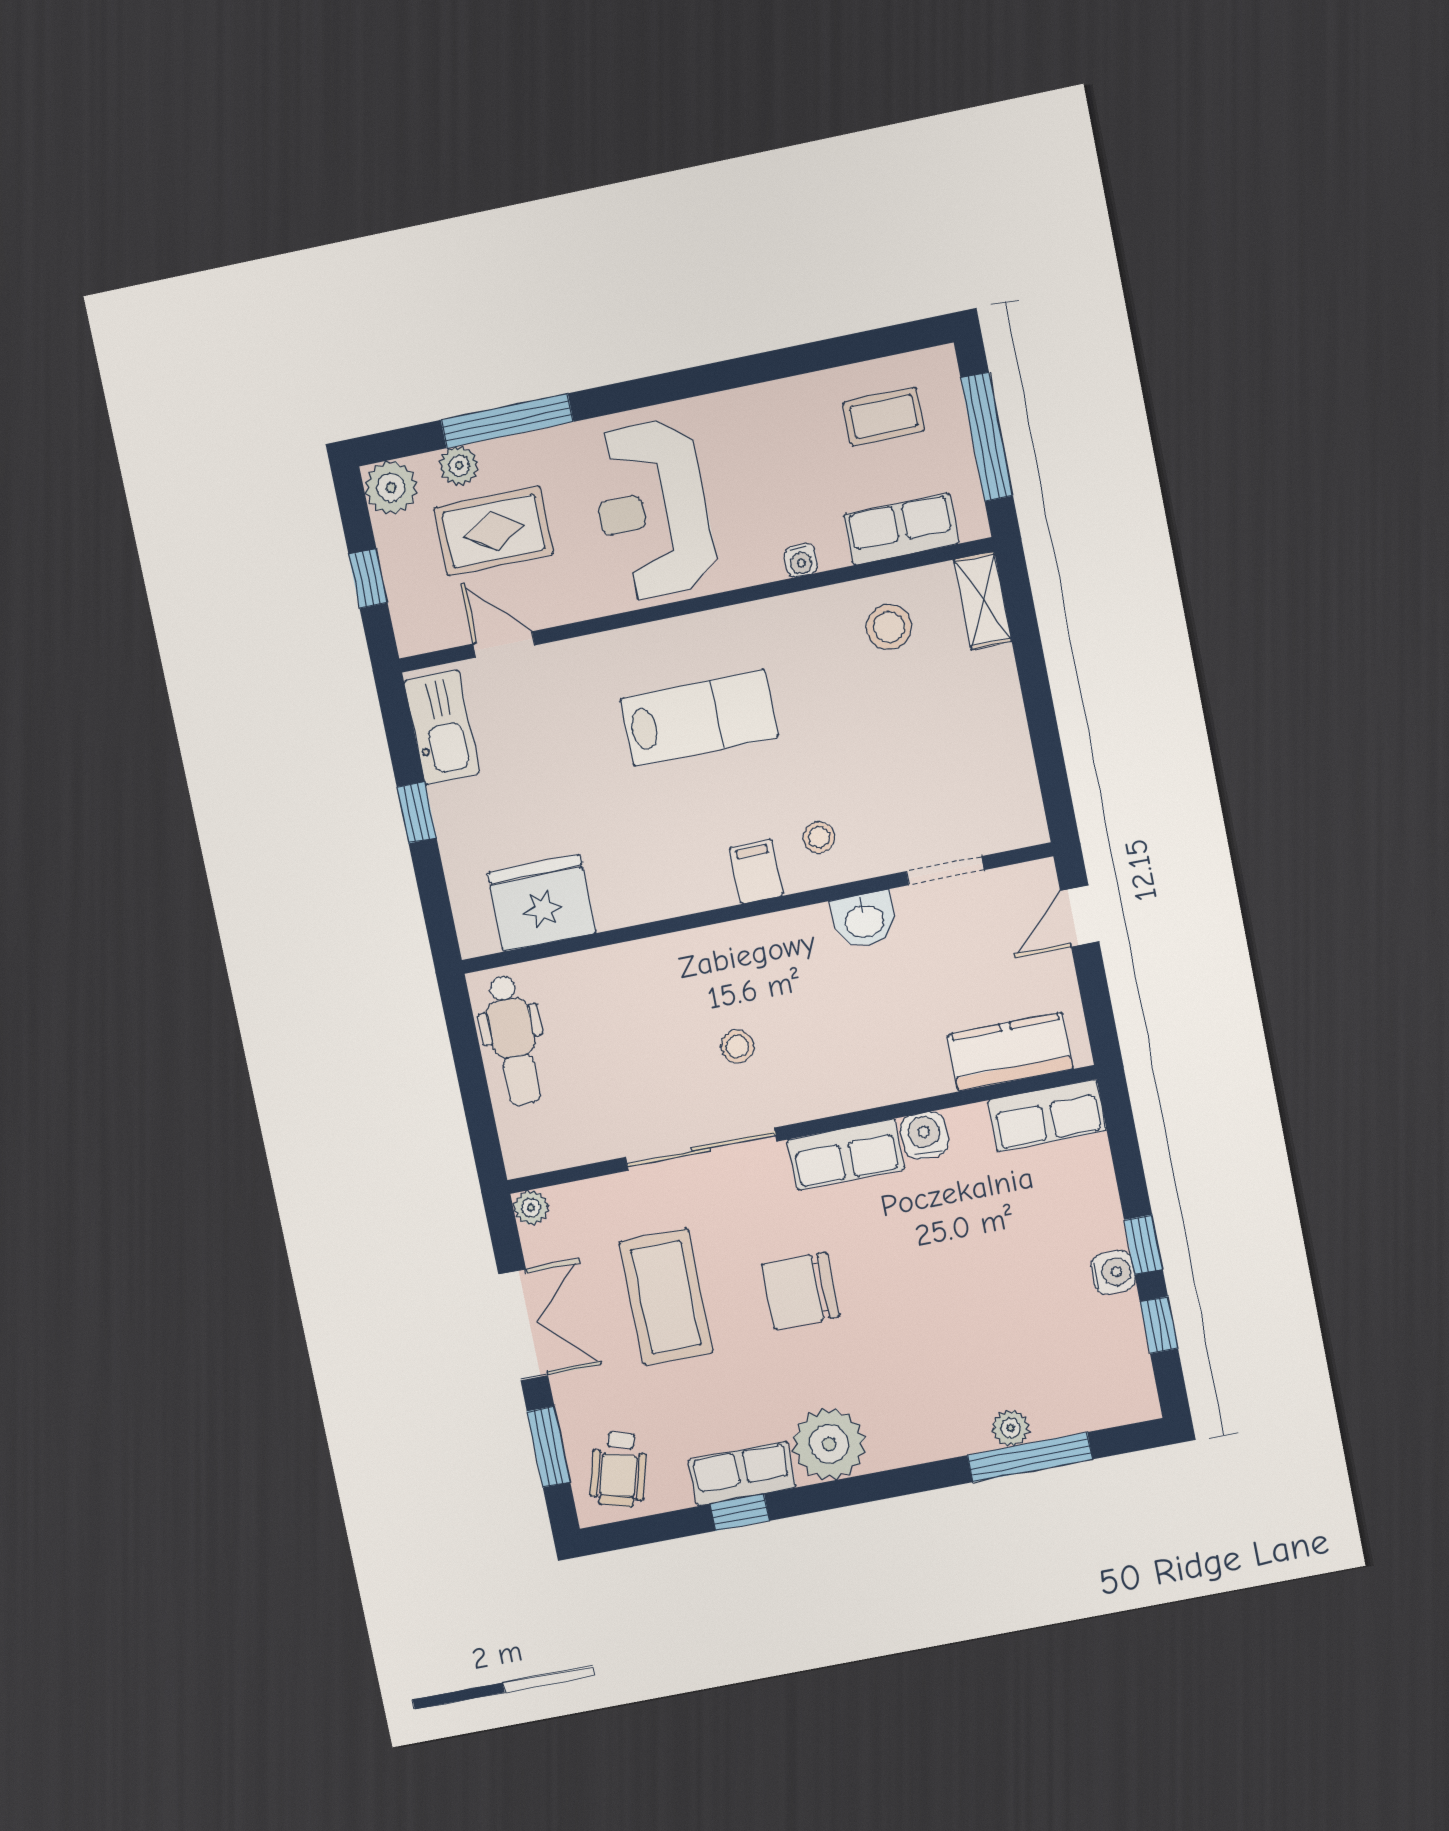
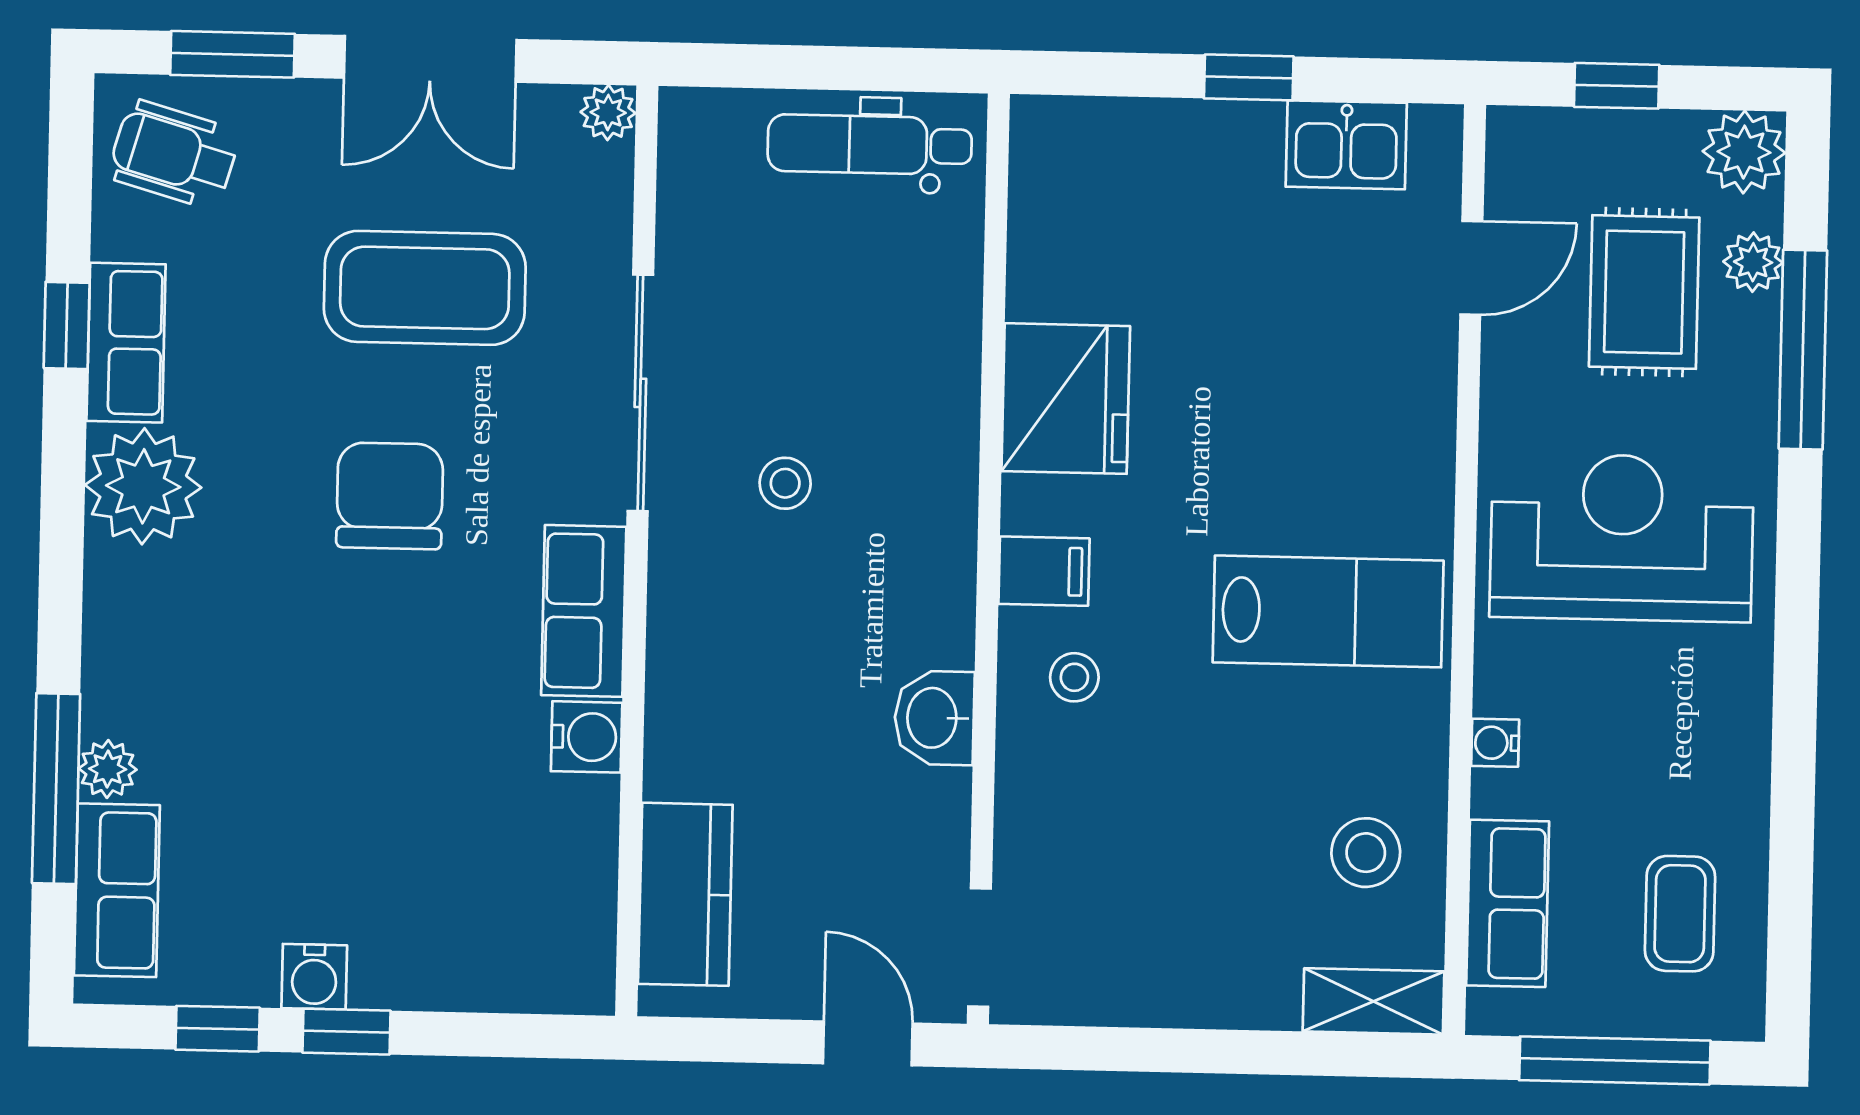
lab bench: (699, 718) -> (1328, 611), moved, turned -90
kitchen sink: (442, 727) -> (1346, 145), width x0.73
doorway: (945, 871) -> (980, 948), moved
fridge: (542, 903) -> (1066, 399), moved
row of seats: (1047, 1115) -> (117, 890), moved, turned 180

